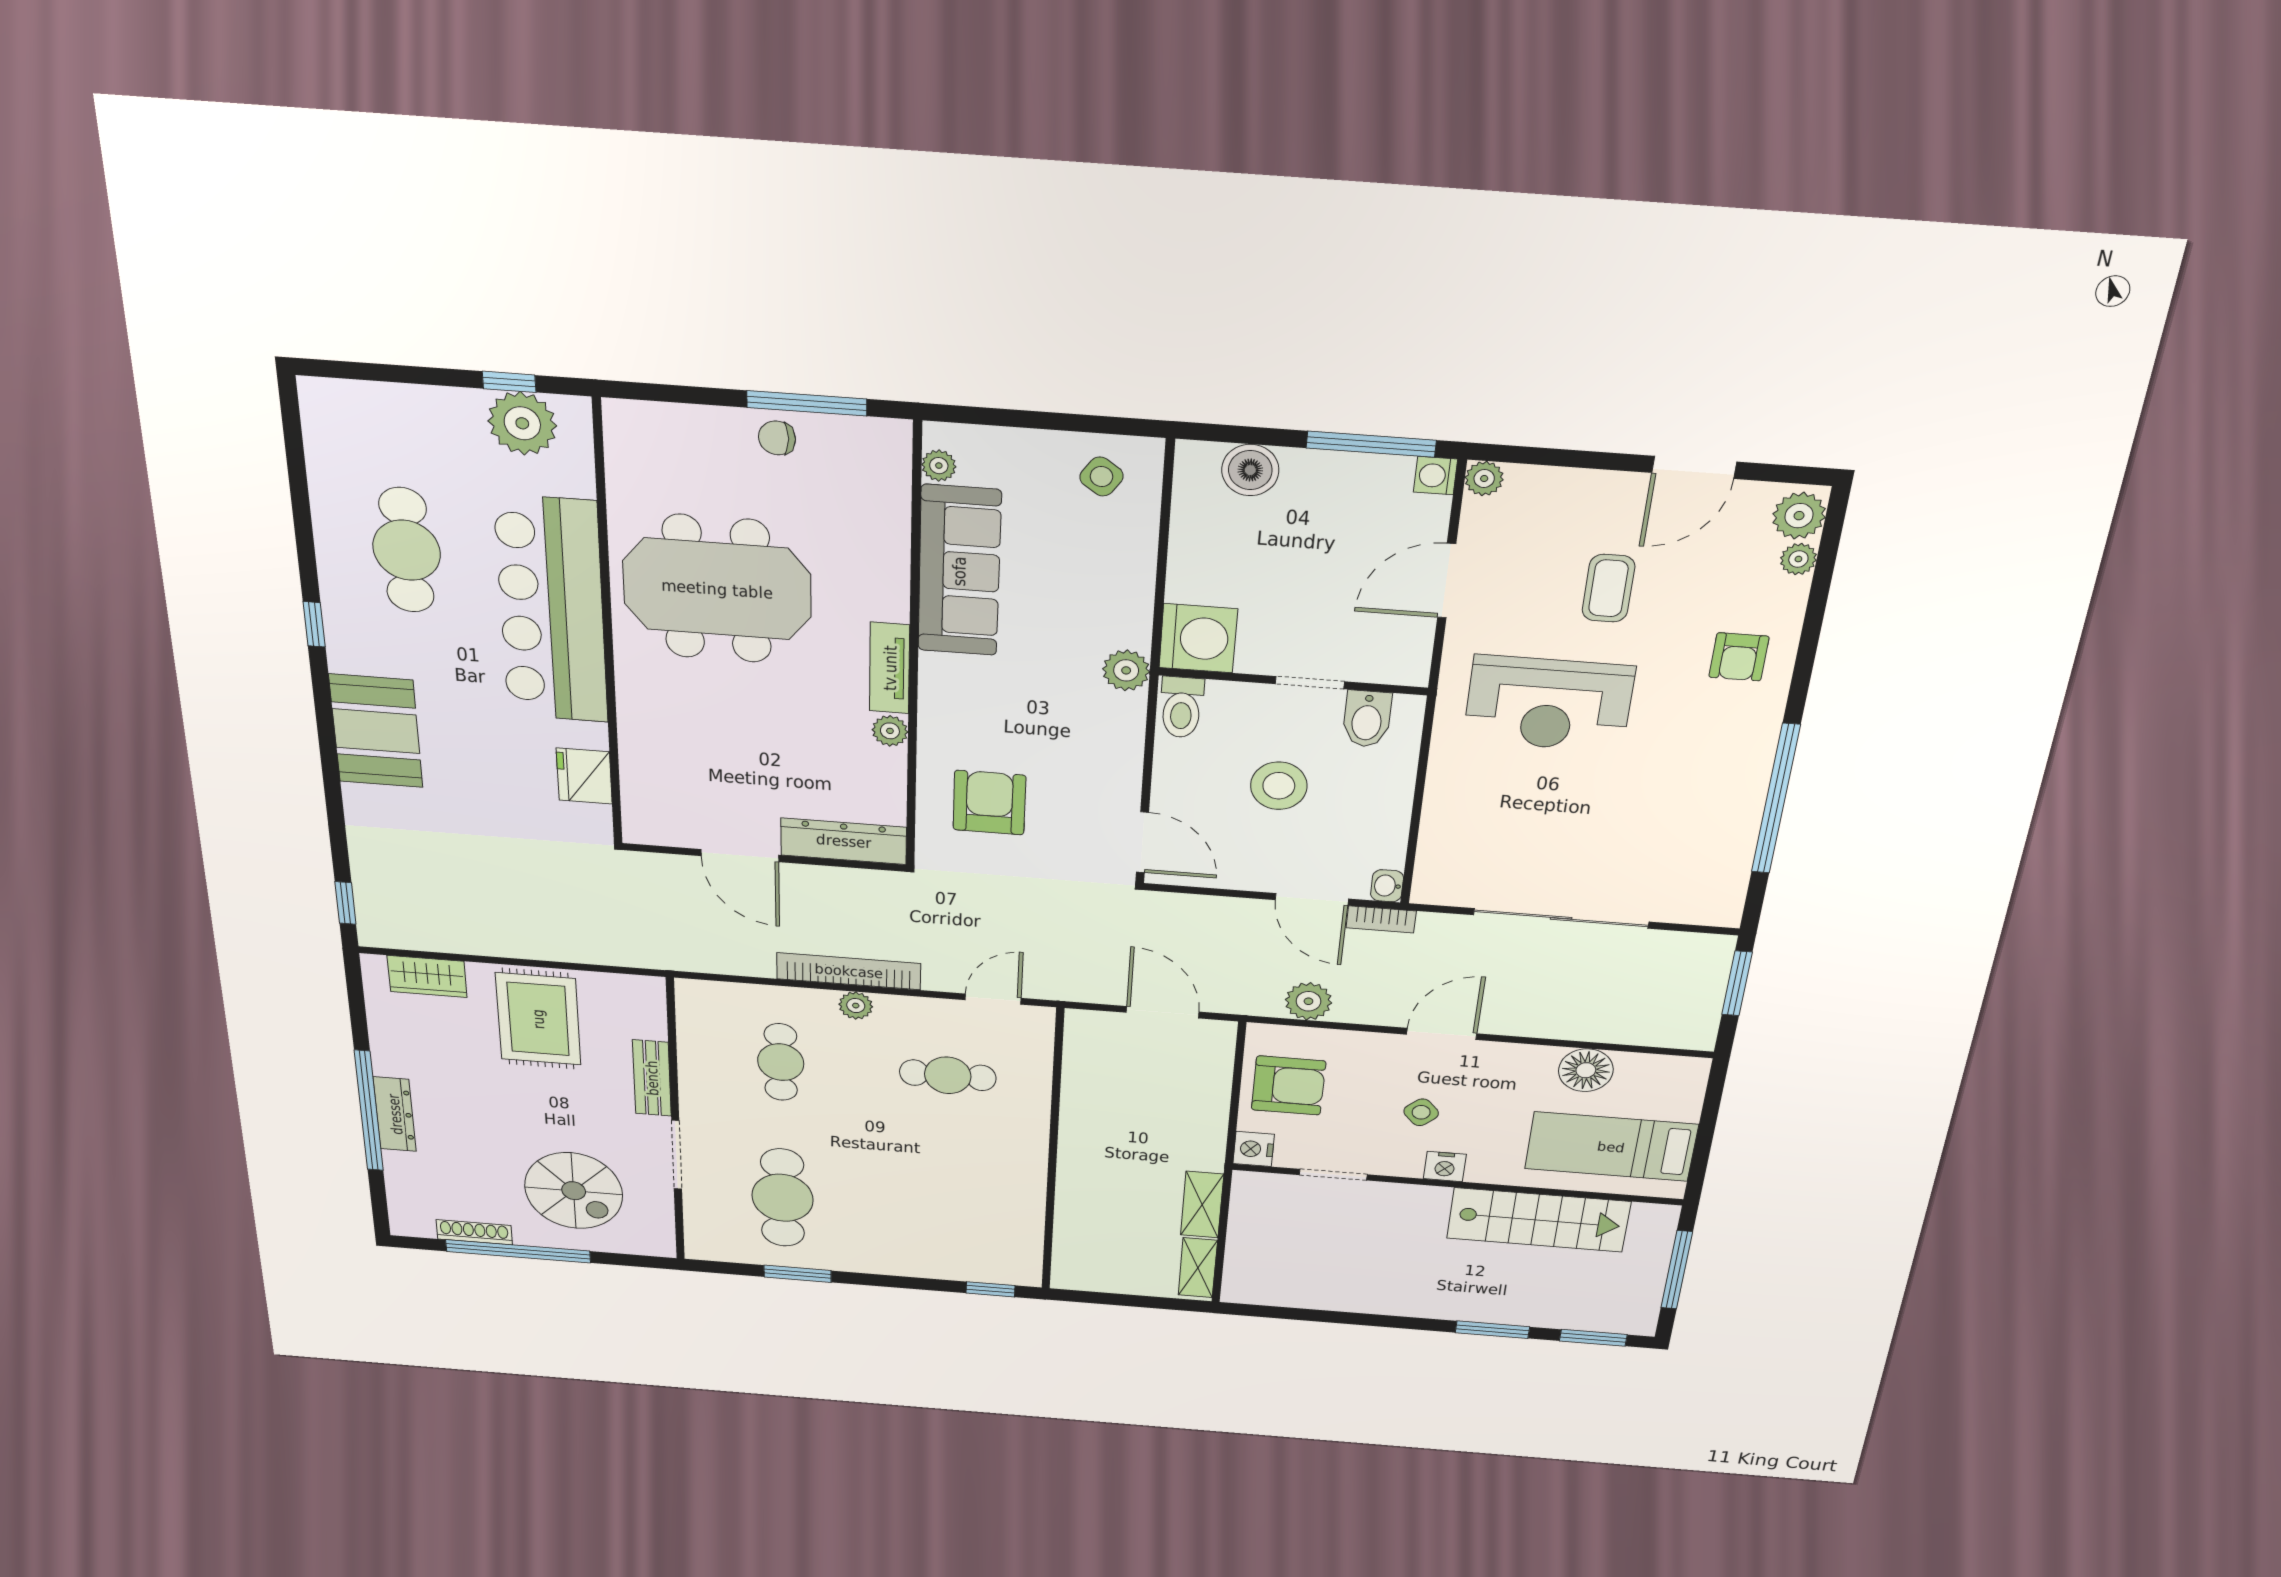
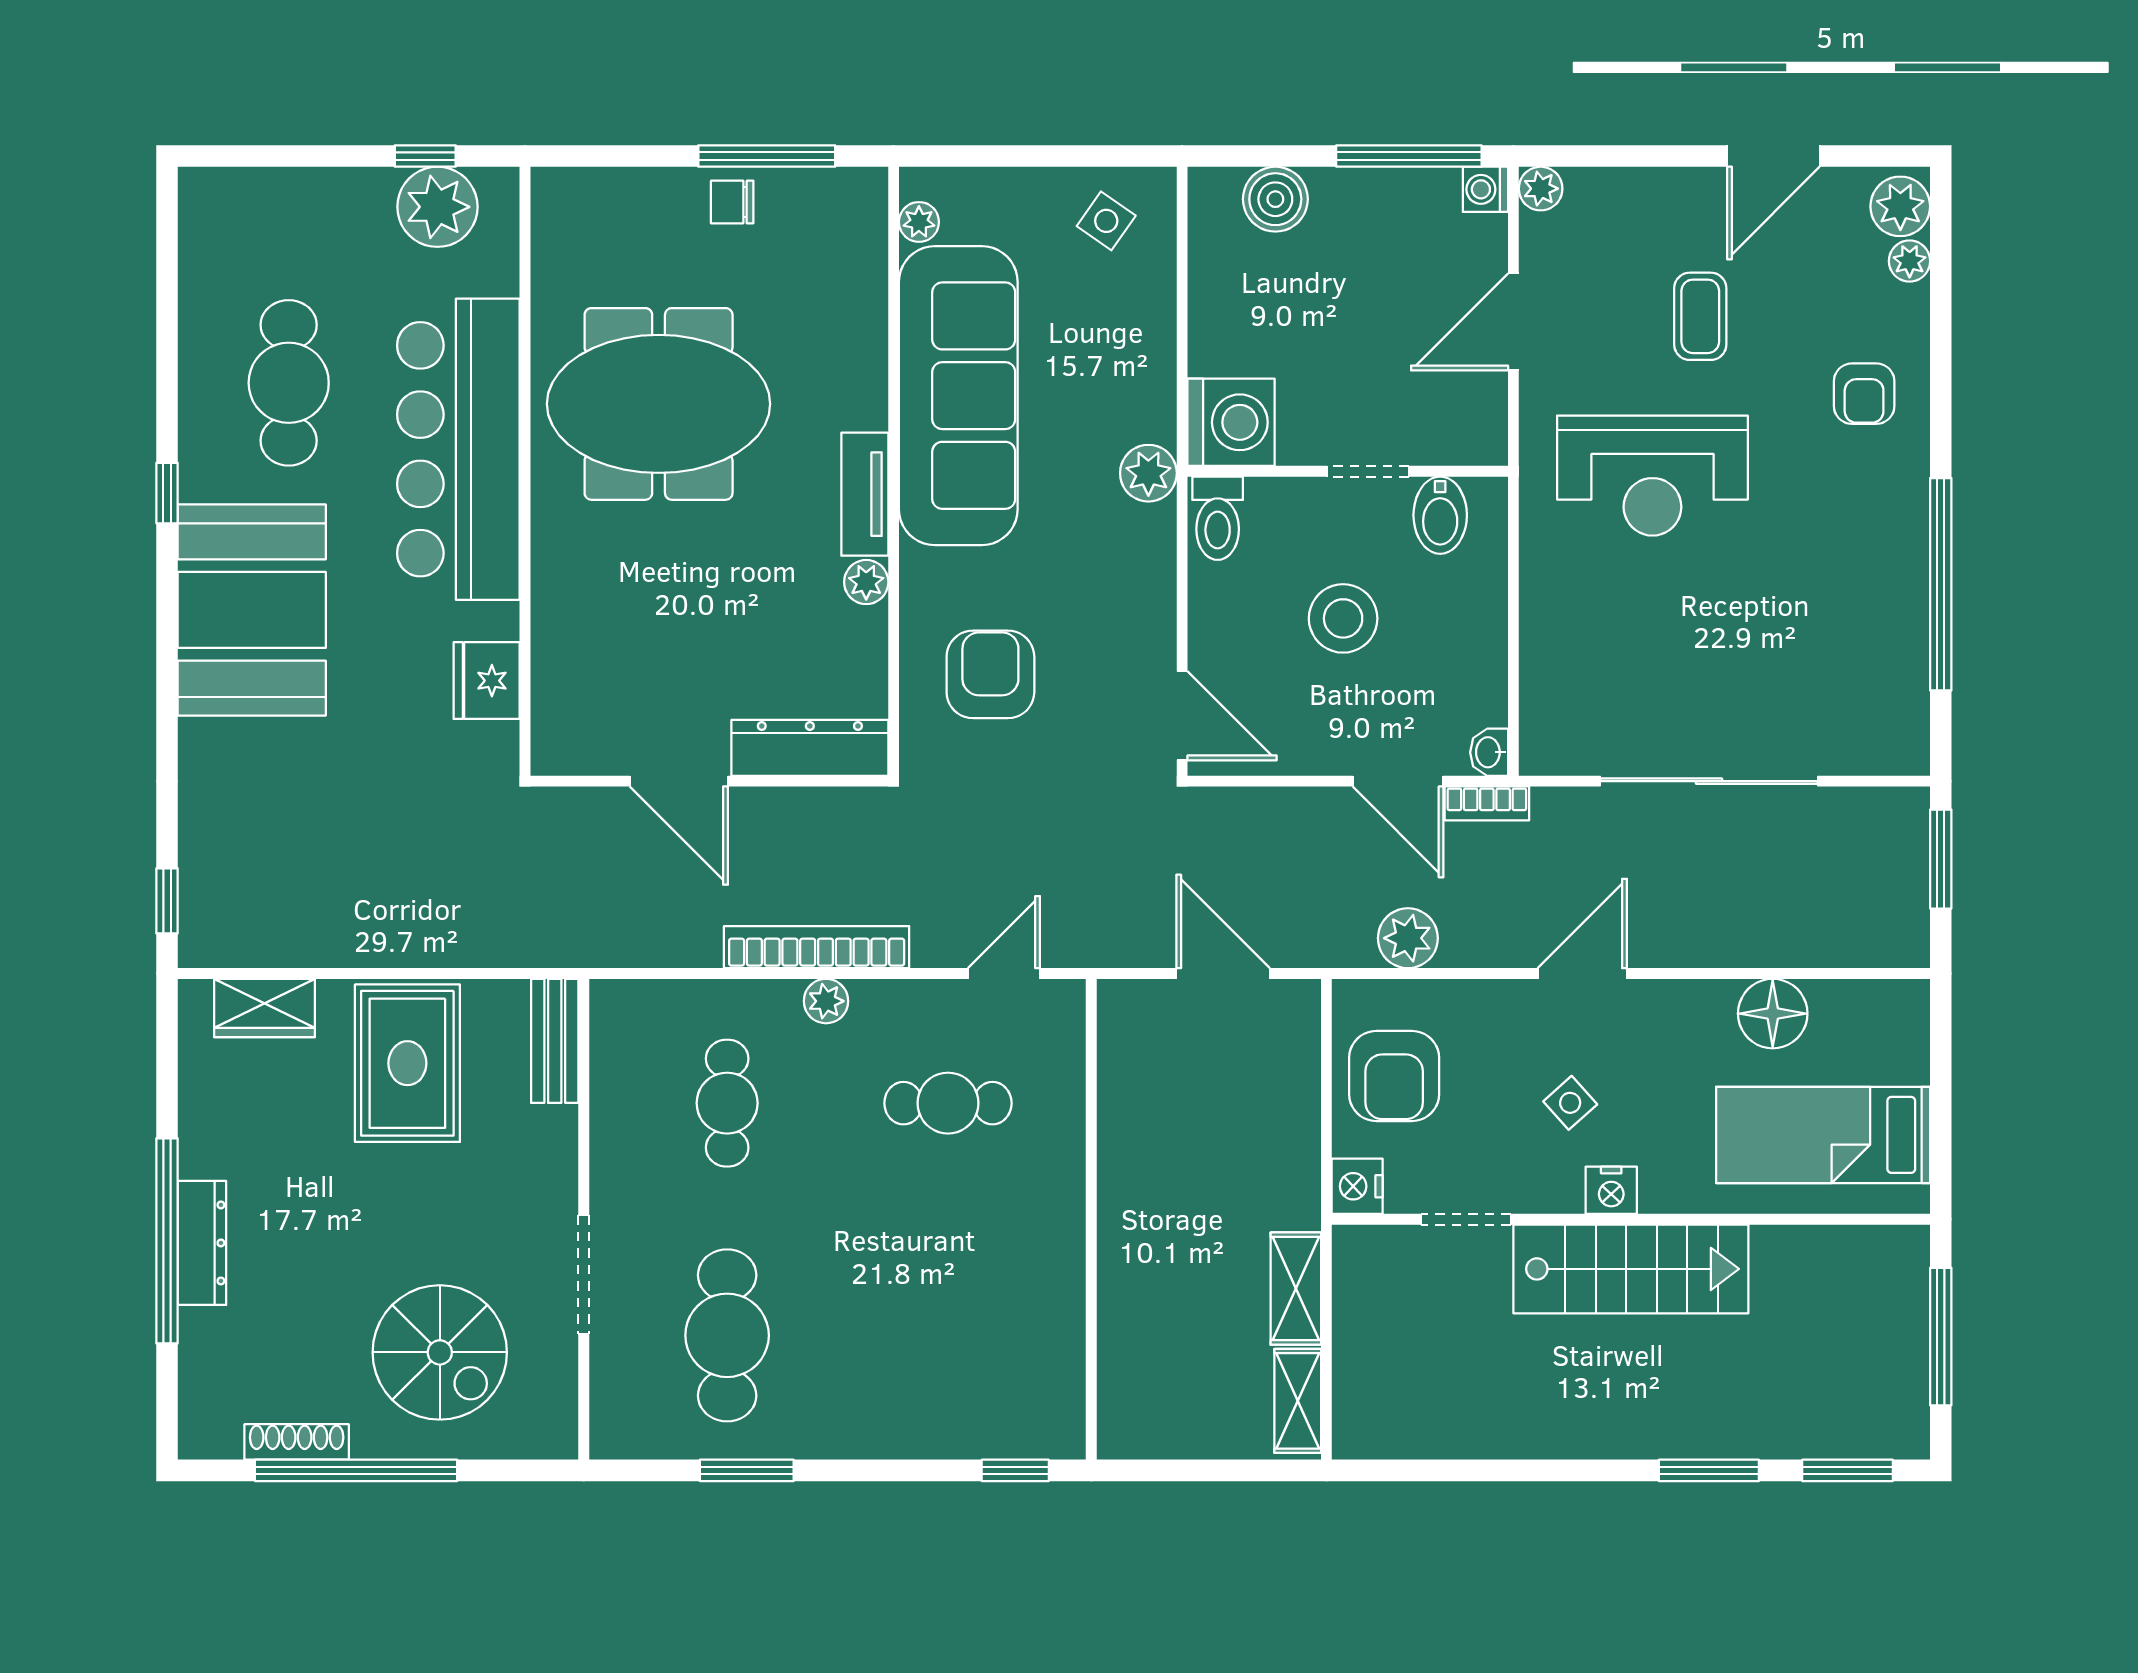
sofa: (959, 571) -> (958, 396), width x1.36, depth x1.27
booth: (376, 731) -> (252, 610), width x1.36, depth x1.42
bench: (652, 1078) -> (555, 1041), moved
armchair: (1288, 1086) -> (1394, 1076), turned 90
stairs: (1538, 1220) -> (1631, 1269), moved

